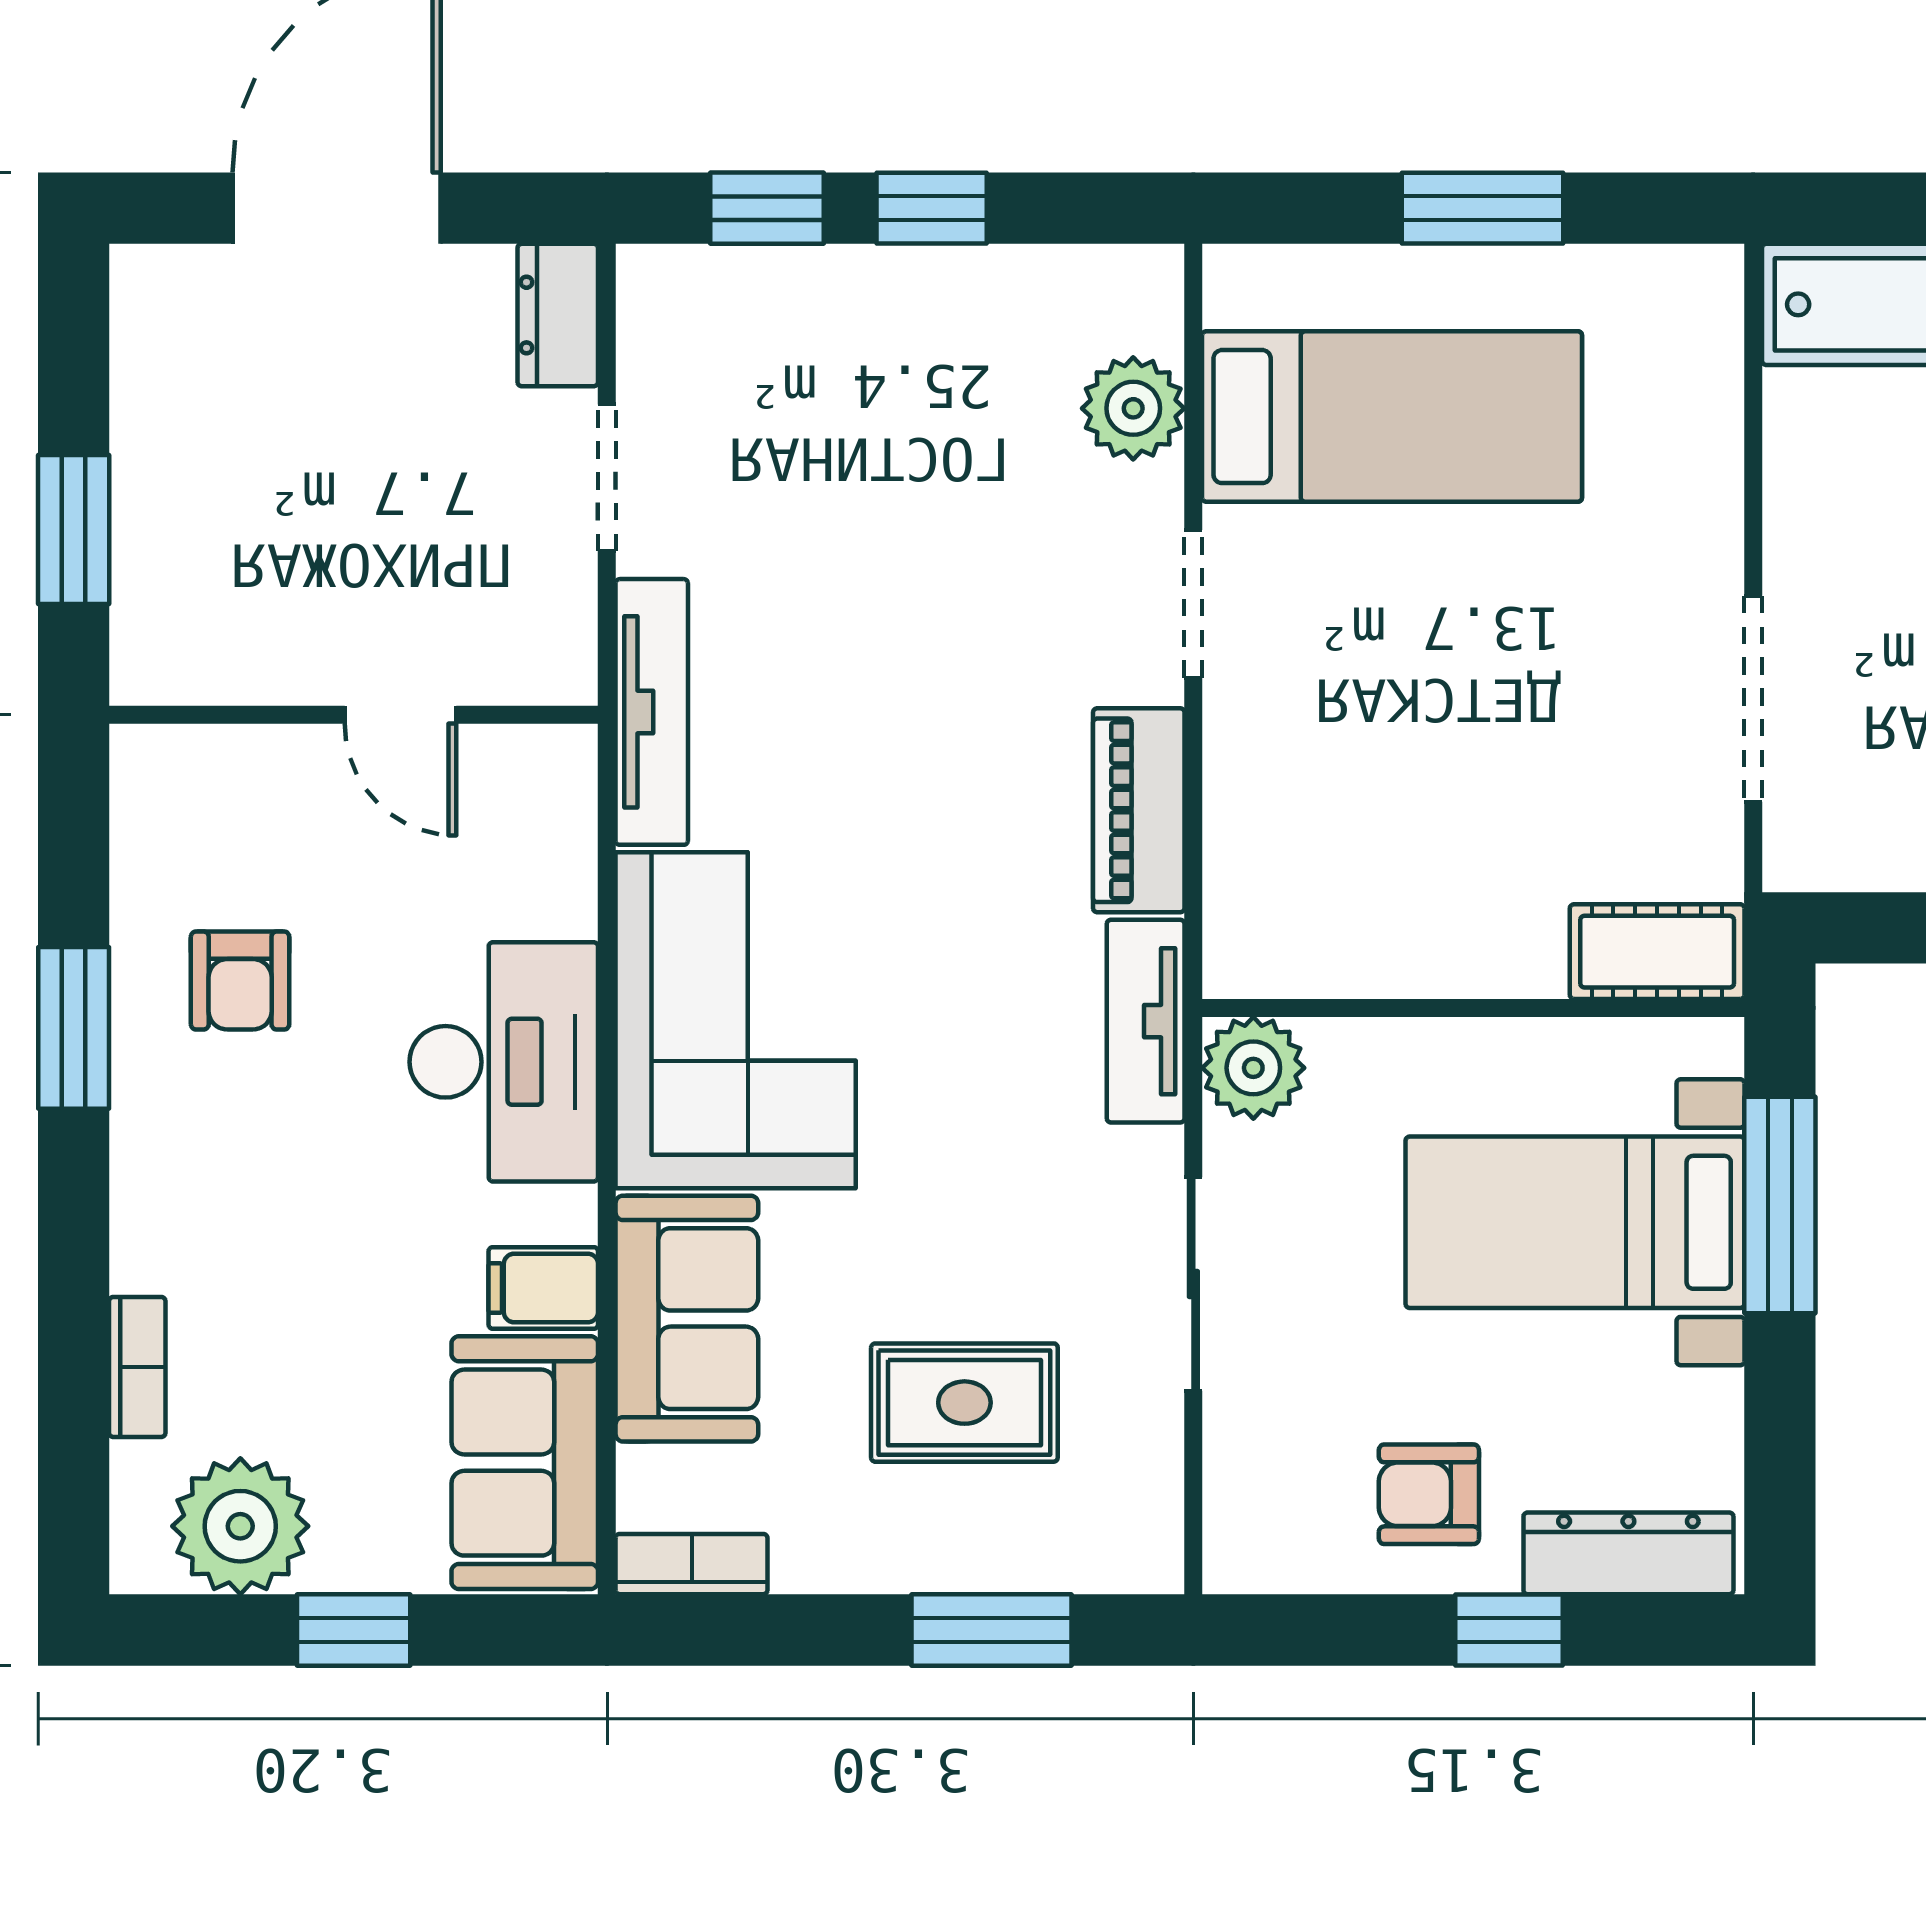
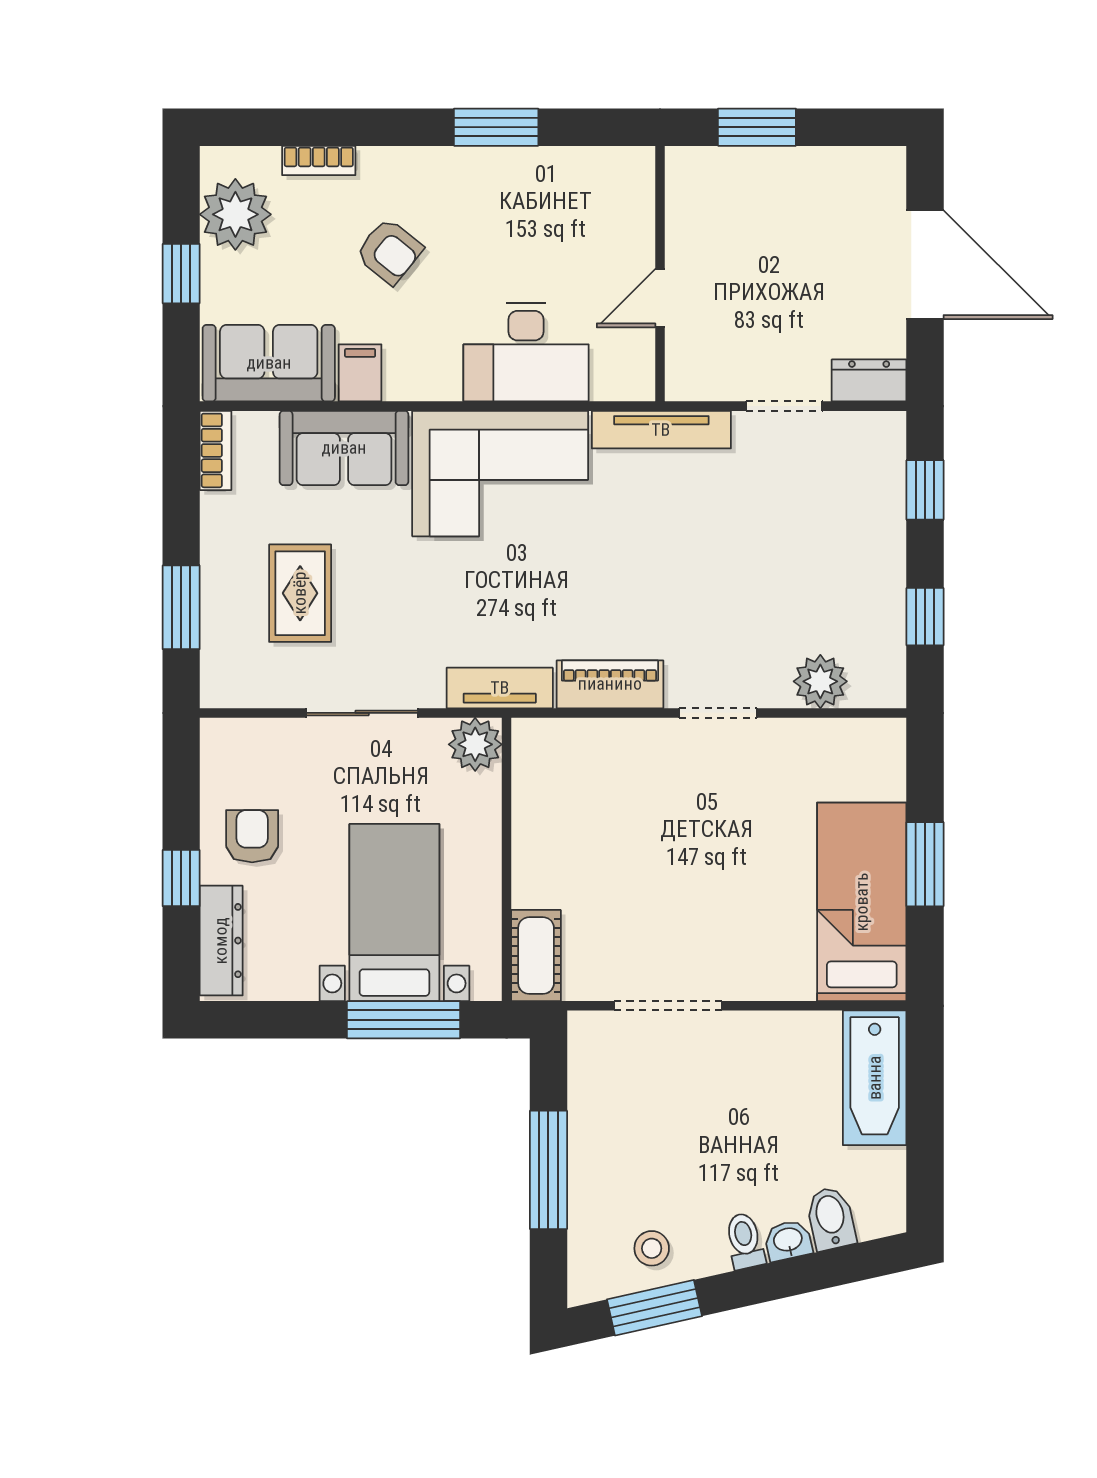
window: (932, 208) -> (925, 617), moved
bed: (1392, 417) -> (862, 902), moved, turned 180
armchair: (240, 981) -> (389, 251), moved, turned -141
desk: (504, 1062) -> (526, 352), moved

